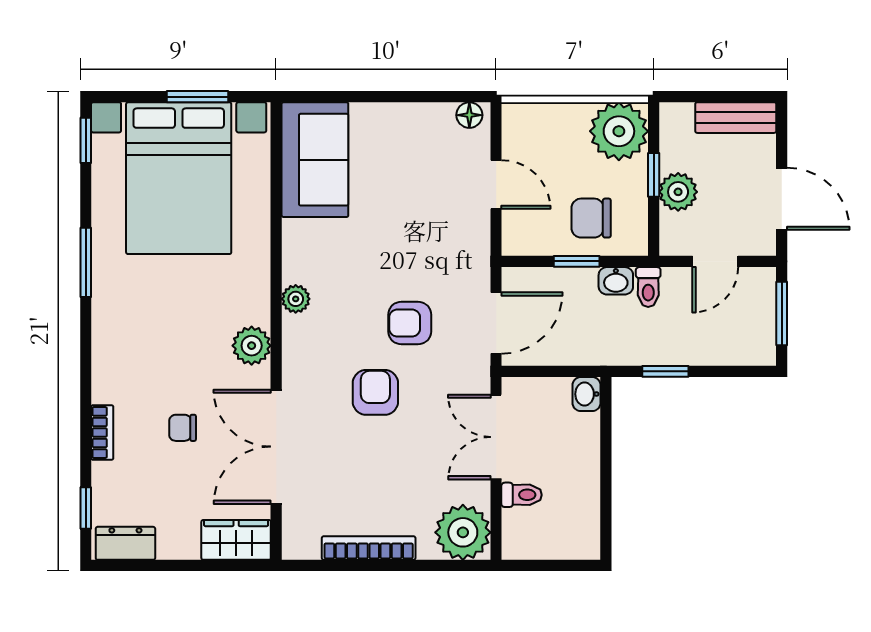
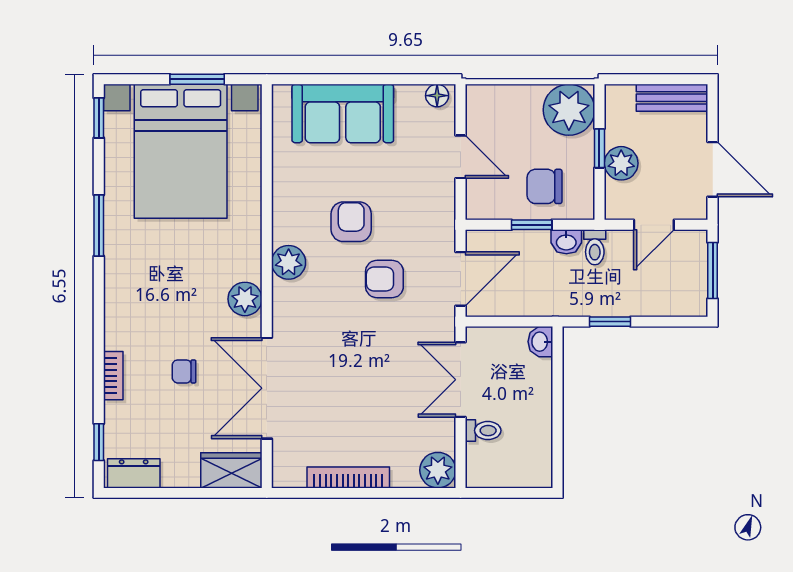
sofa: (315, 160) -> (343, 113), moved, turned 90
plant: (296, 299) -> (289, 262), width x1.38, depth x1.38
armchair: (375, 392) -> (351, 222), moved
plant: (463, 532) -> (438, 470), width x0.73, depth x0.73

